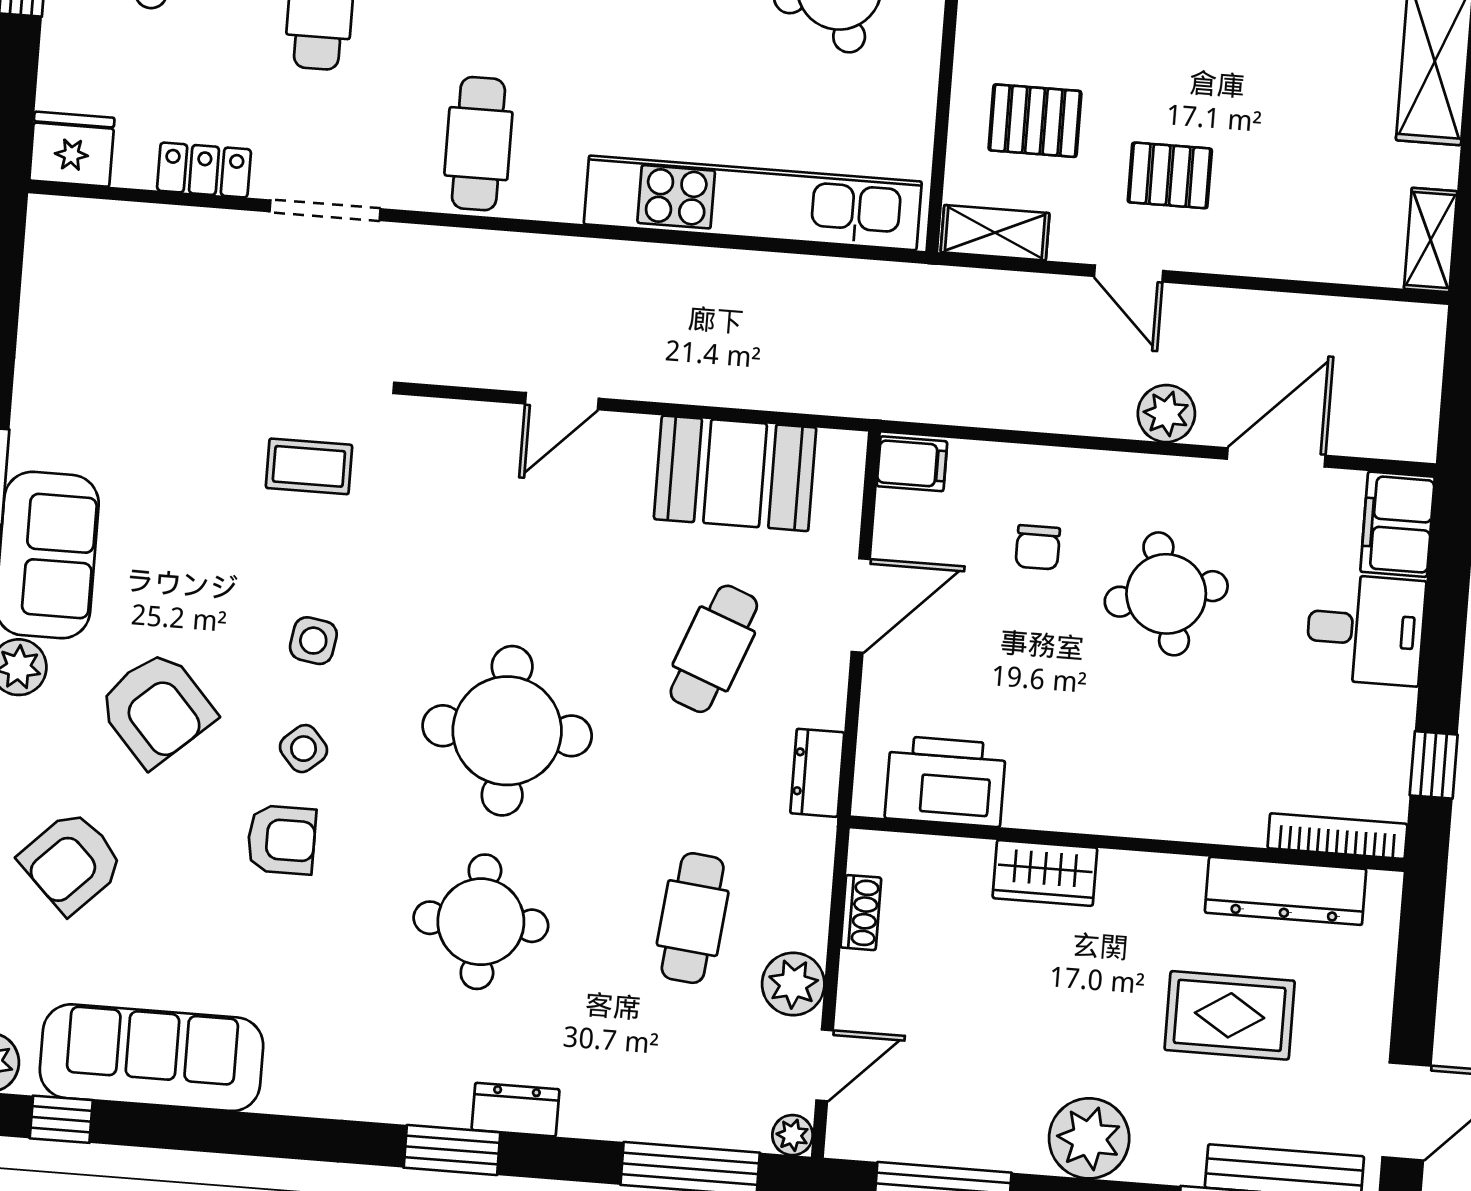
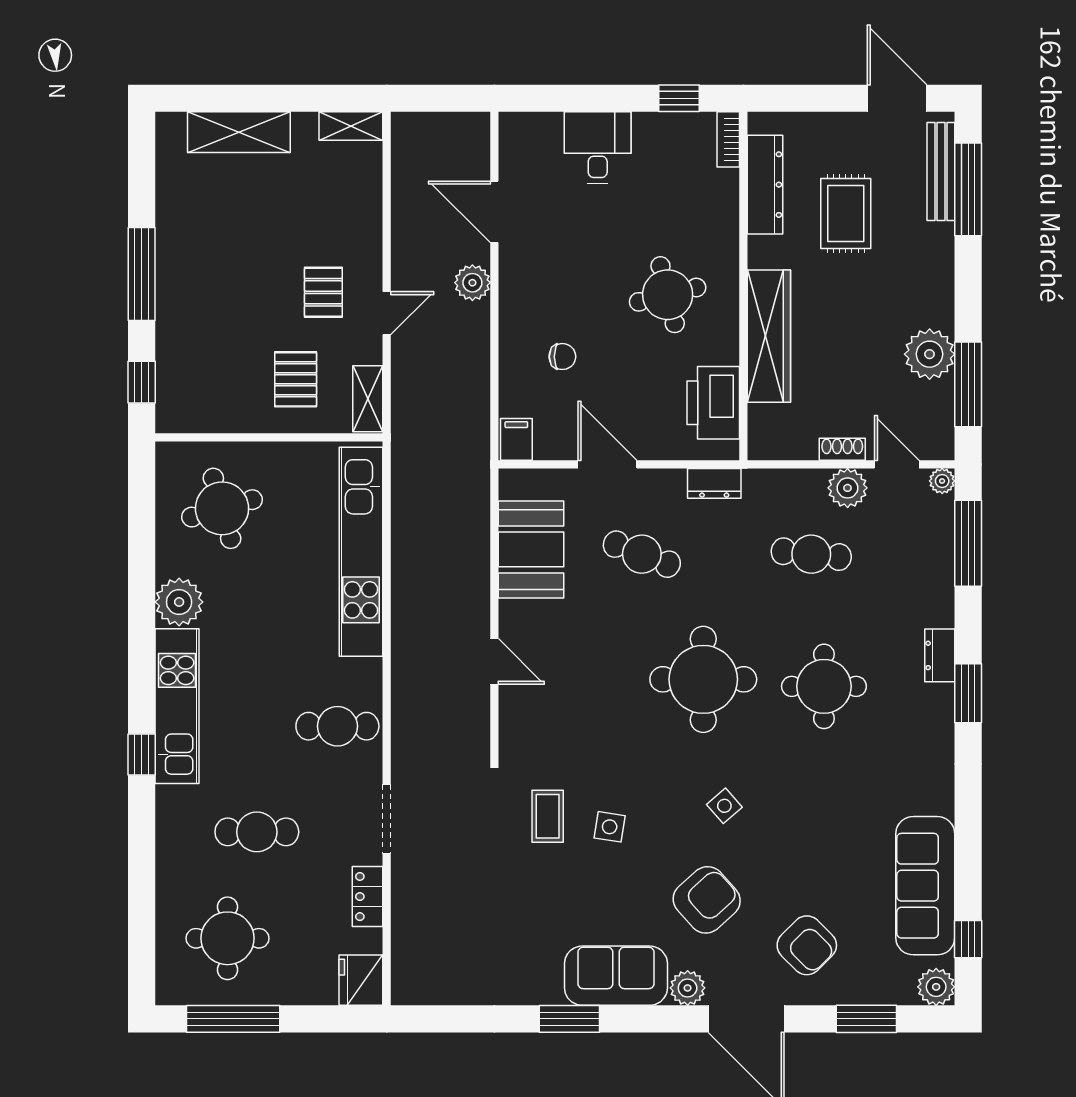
filing cabinet: (1397, 524) -> (530, 133), removed
round table: (1166, 594) -> (668, 295), moved
side table: (313, 641) -> (610, 827), moved
bookcase: (1337, 836) -> (728, 139), width x0.64
armchair: (281, 840) -> (782, 815), removed
wardrobe: (1045, 873) -> (769, 336), width x2.10, depth x1.17
shoe rack: (861, 913) -> (842, 449), moved
plant: (1089, 1138) -> (930, 354), moved

